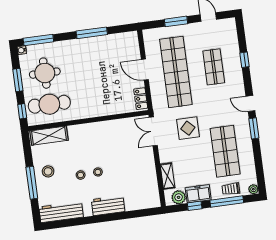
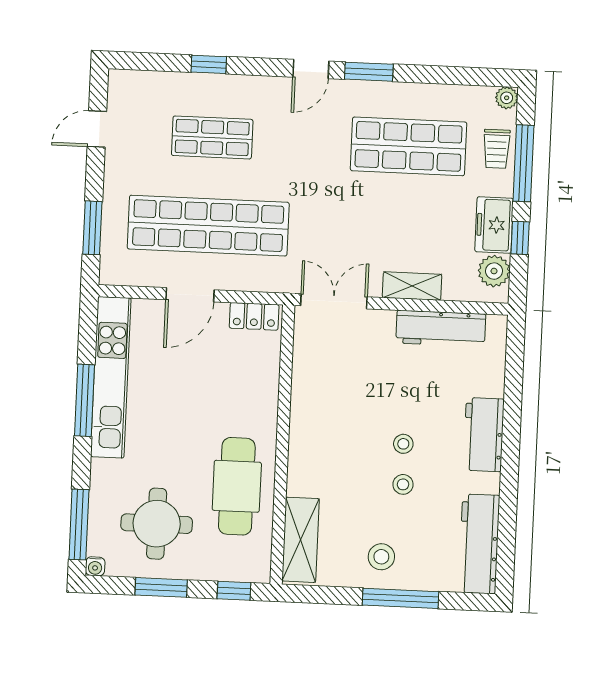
window: (176, 21) -> (92, 228), moved
kitchen unit: (104, 42) -> (111, 377), added
cafe table: (49, 104) -> (237, 486), moved
display table: (188, 128) -> (341, 221), removed
double door: (153, 131) -> (334, 301), swing flipped
shelving: (168, 176) -> (412, 286), moved
workbench: (150, 179) -> (441, 329), added

